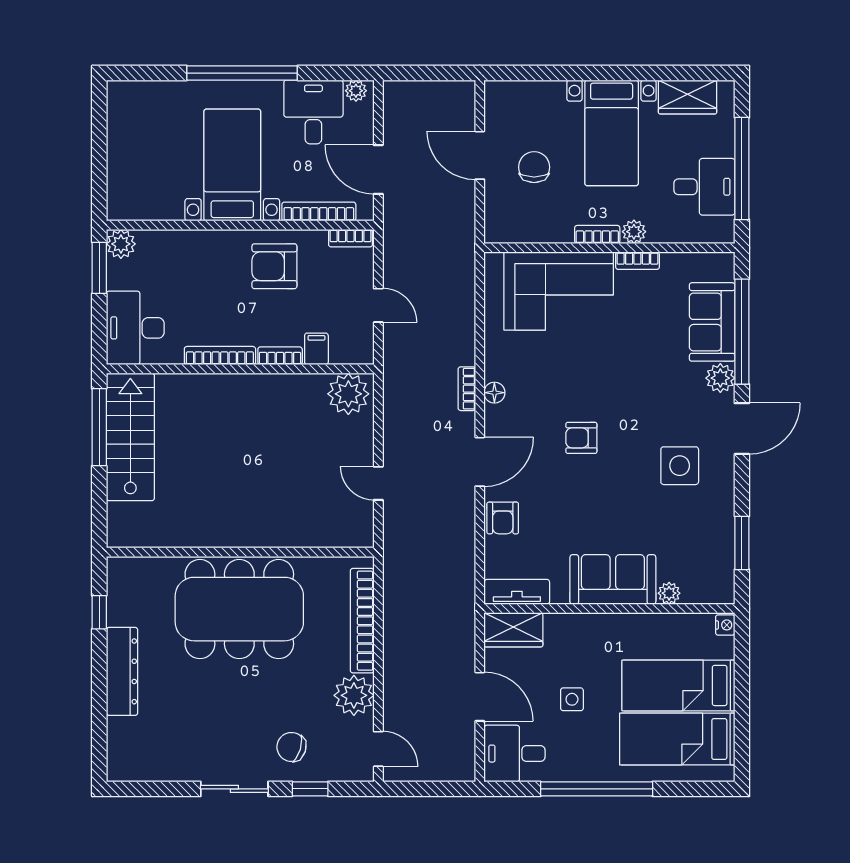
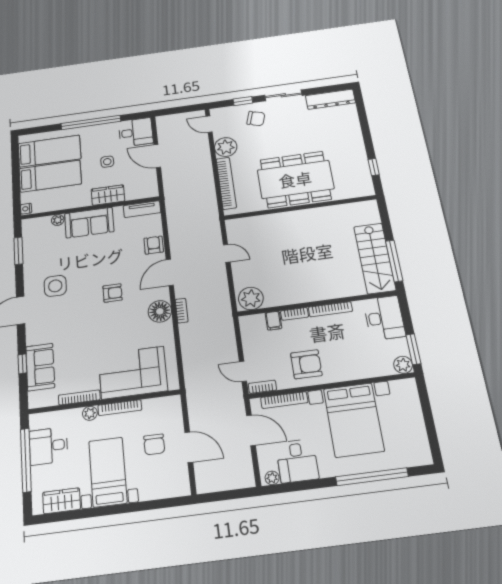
window: (242, 73) -> (372, 477), moved
bed with nightstands: (232, 165) -> (354, 420), width x1.36
bookcase: (597, 234) -> (120, 408), width x1.56
bookcase: (637, 261) -> (79, 397), width x1.56
door: (378, 305) -> (243, 371), moved
window: (742, 332) -> (22, 364), width x0.32
plant: (720, 378) -> (34, 336), removed
floor lamp: (494, 393) -> (160, 311), width x1.89, depth x1.89
wardrobe: (513, 630) -> (108, 195), moved
dresser: (122, 671) -> (330, 99), moved, turned -90

